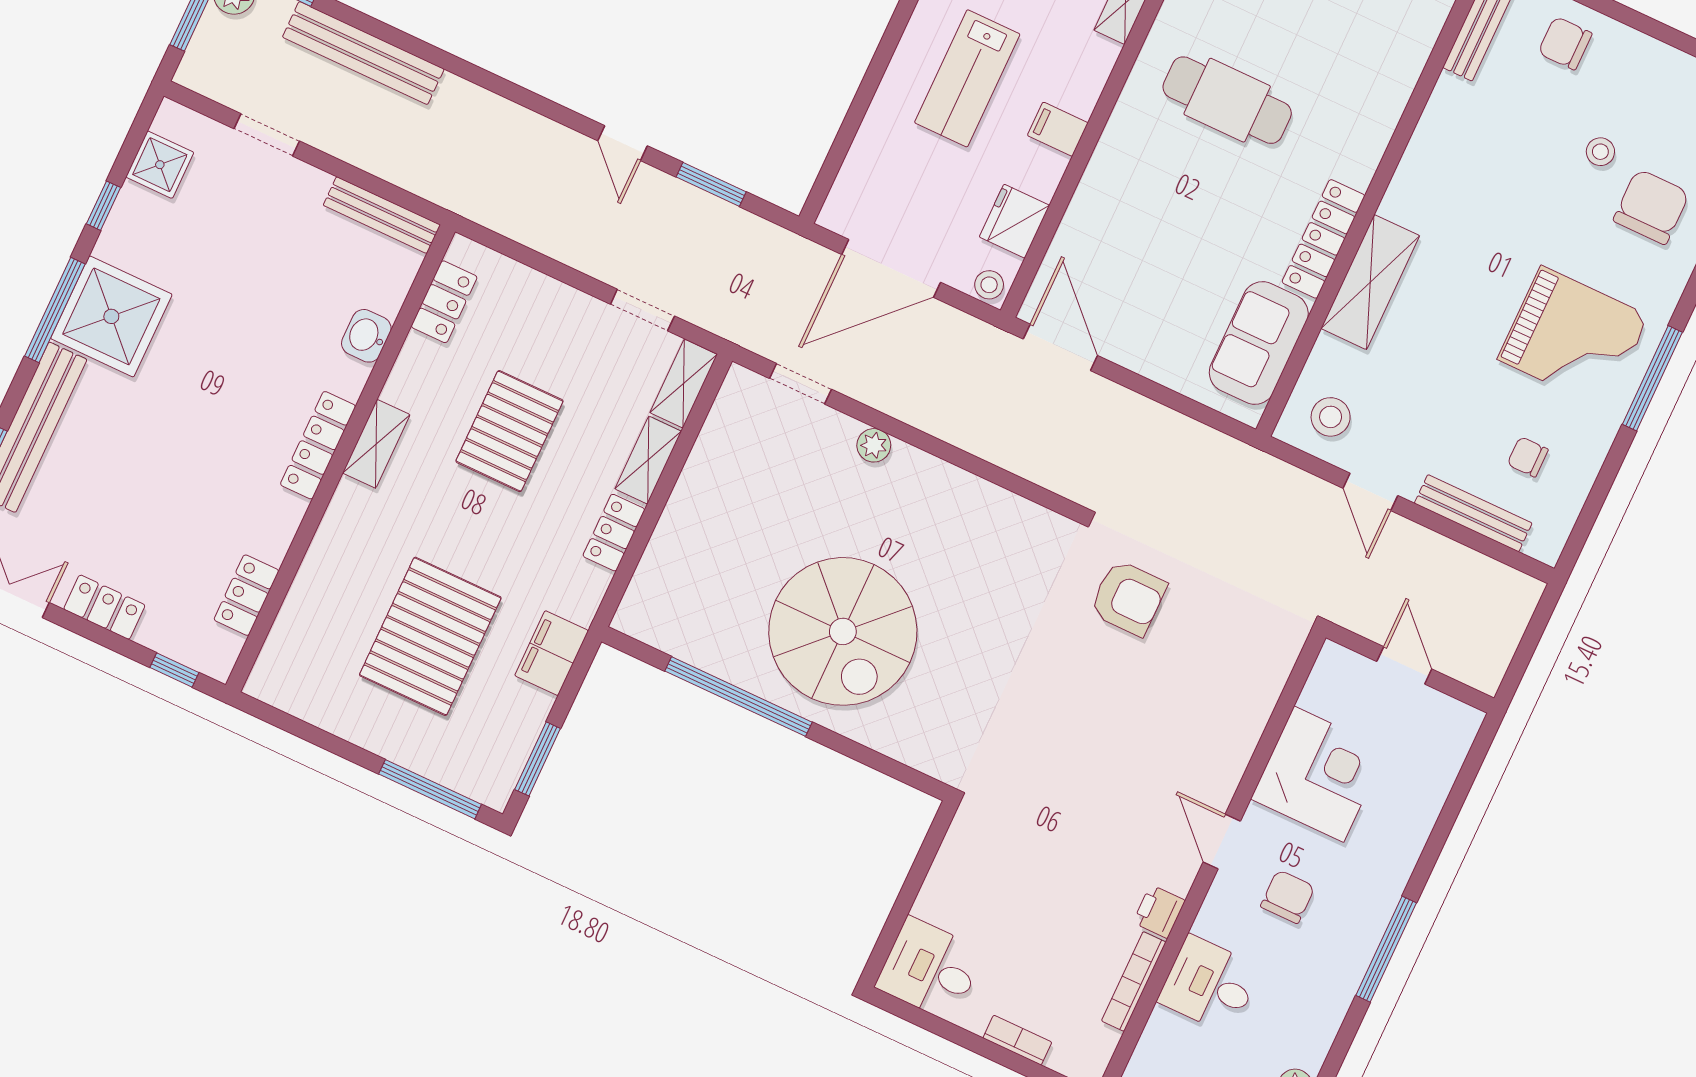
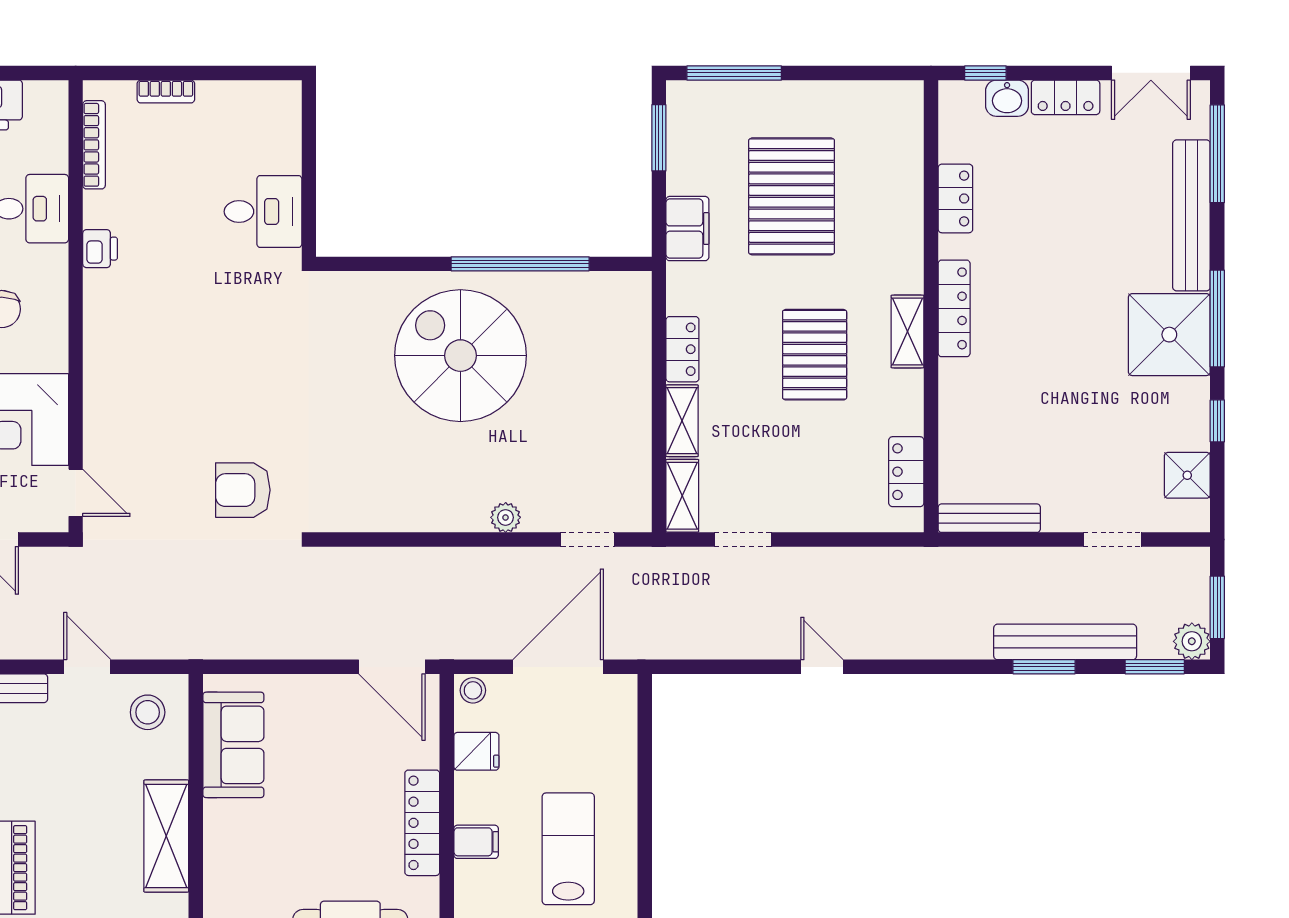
window: (711, 184) -> (1044, 667), moved
fridge: (1014, 221) -> (476, 751), width x0.72
locker: (1323, 239) -> (422, 823), moved, turned 180
washbasin: (366, 336) -> (1007, 98), moved, turned 90
pallet: (509, 431) -> (815, 355), moved
locker: (246, 595) -> (955, 198), moved
door: (1222, 842) -> (76, 493), moved
desk: (930, 969) -> (263, 212), moved
bookcase: (1134, 981) -> (94, 145), moved

